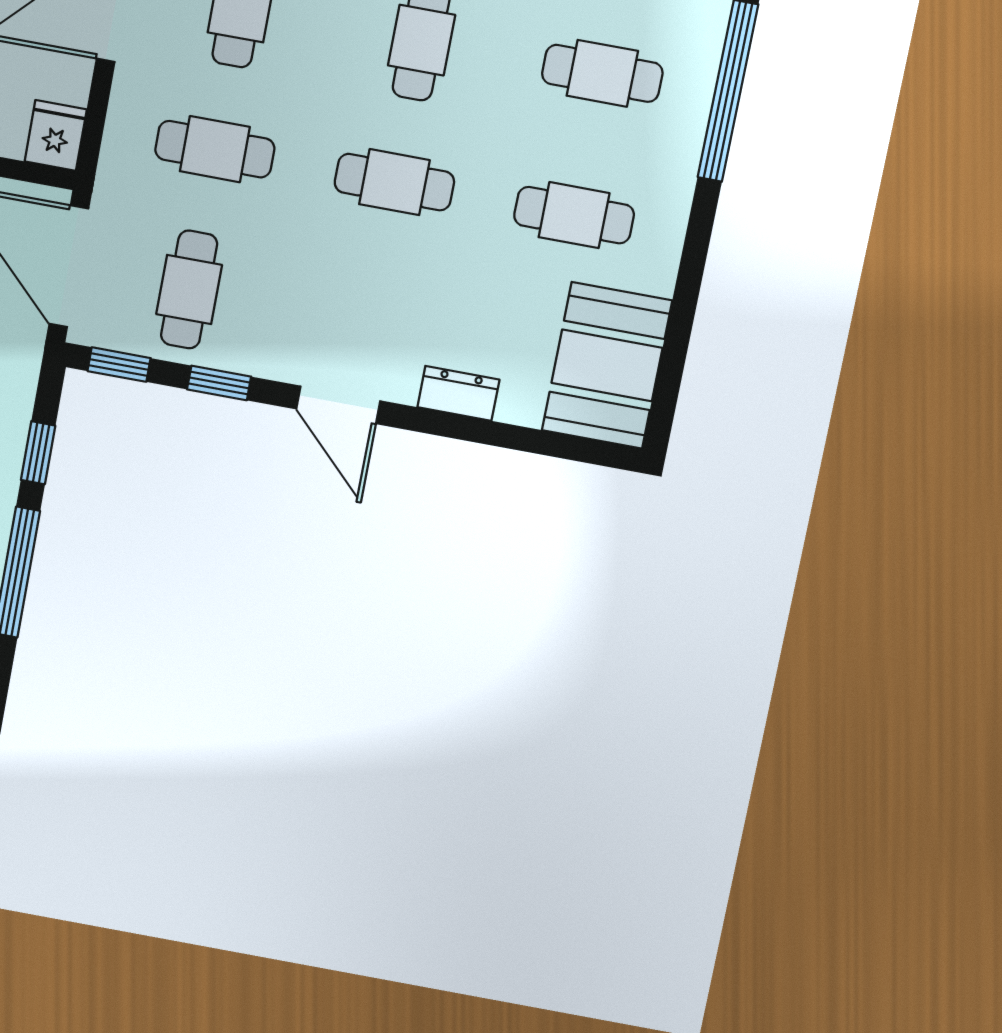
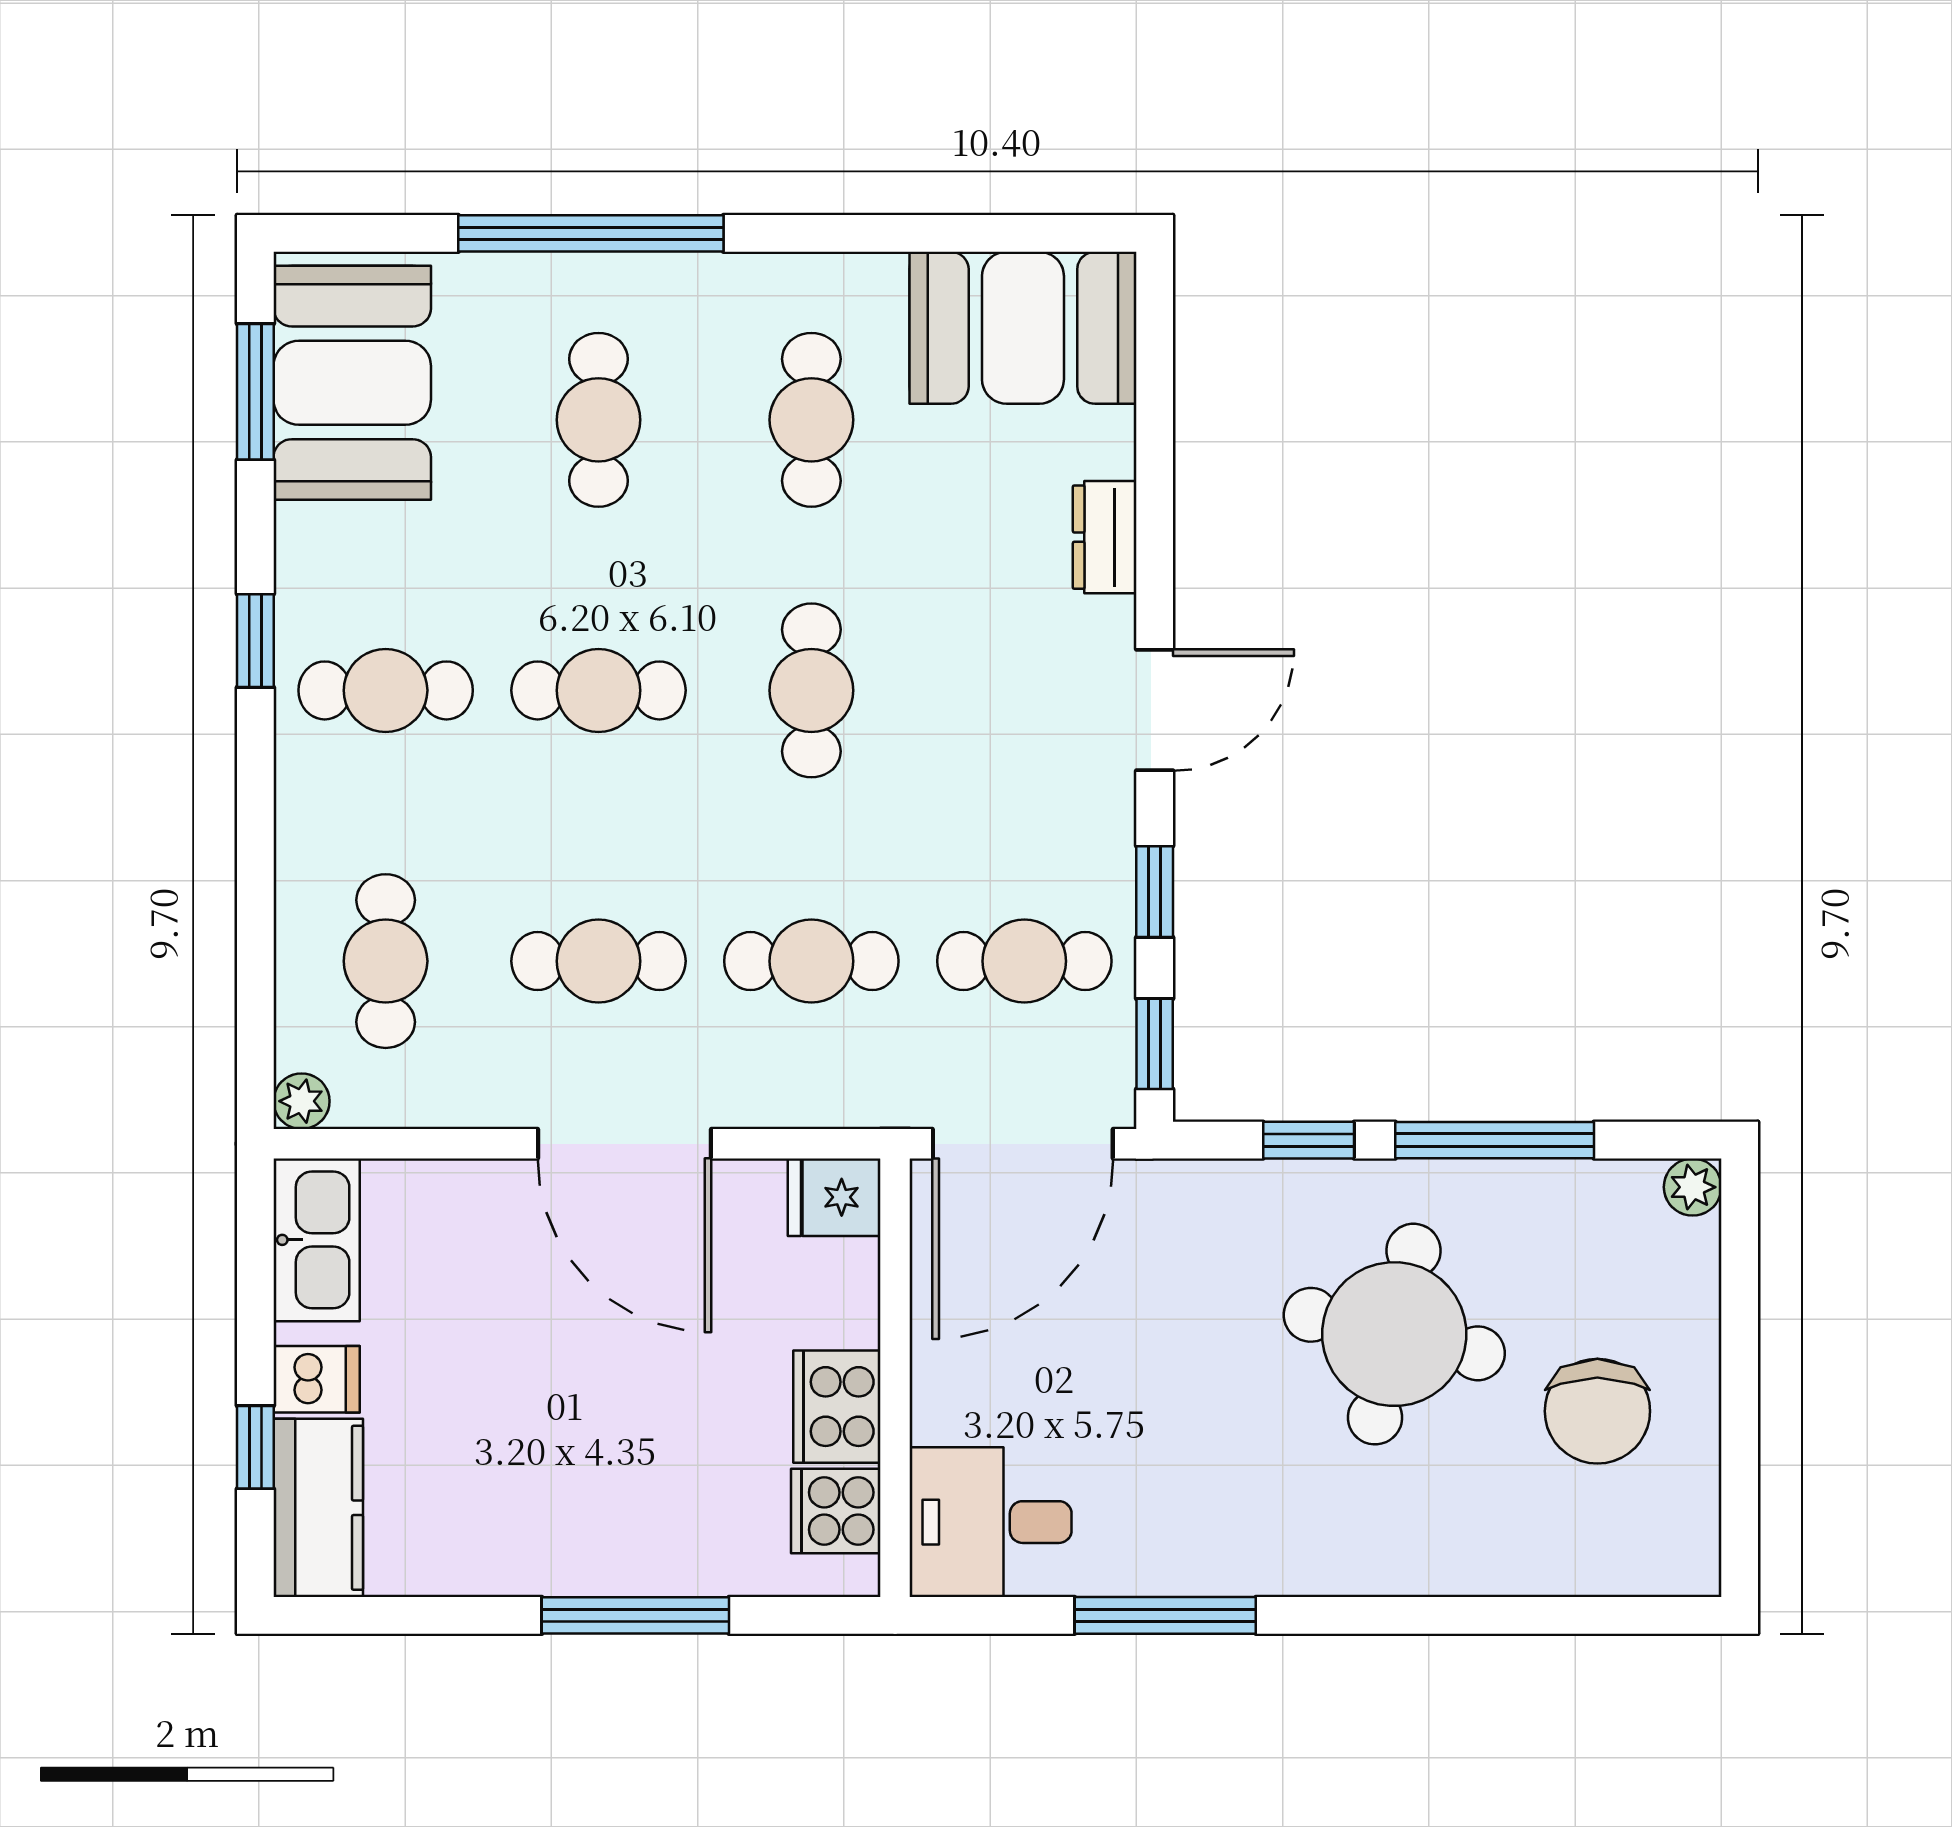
cafe table: (215, 149) -> (811, 961), turned 90

